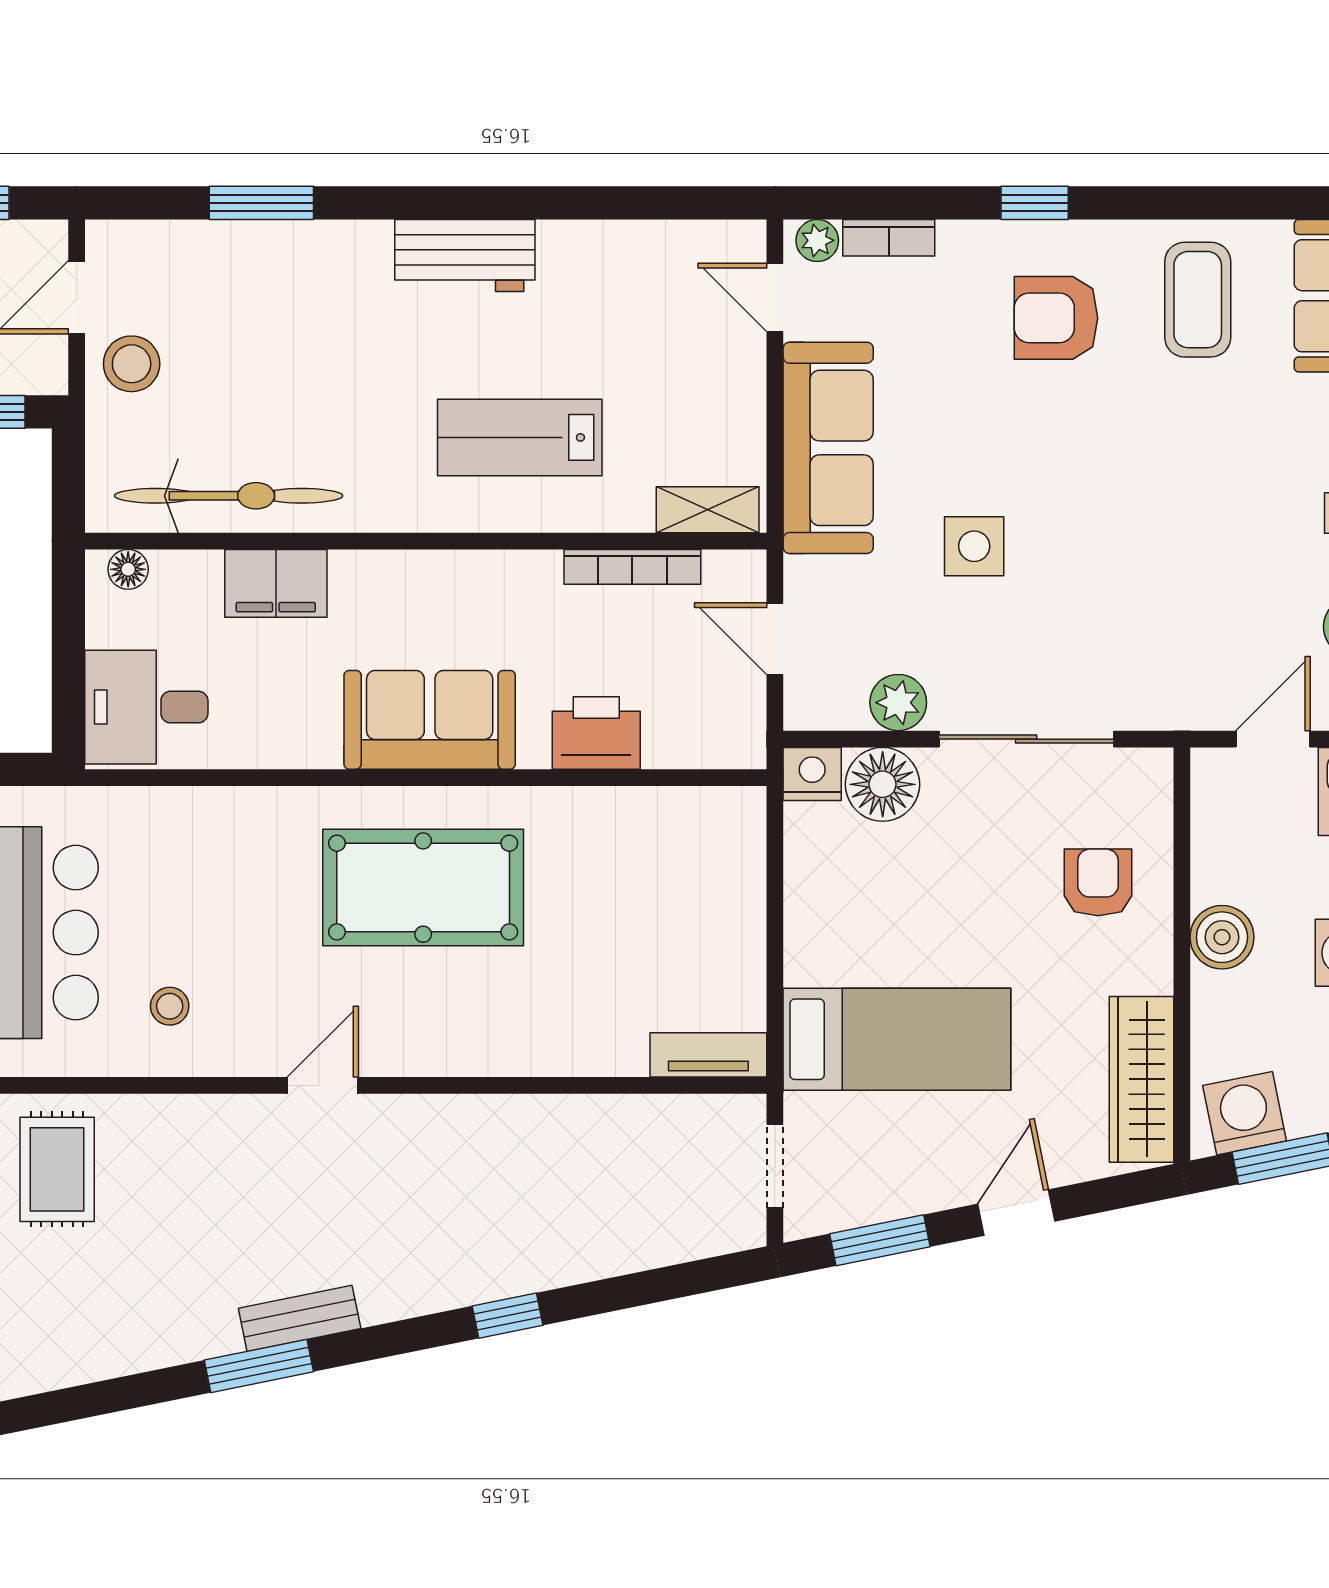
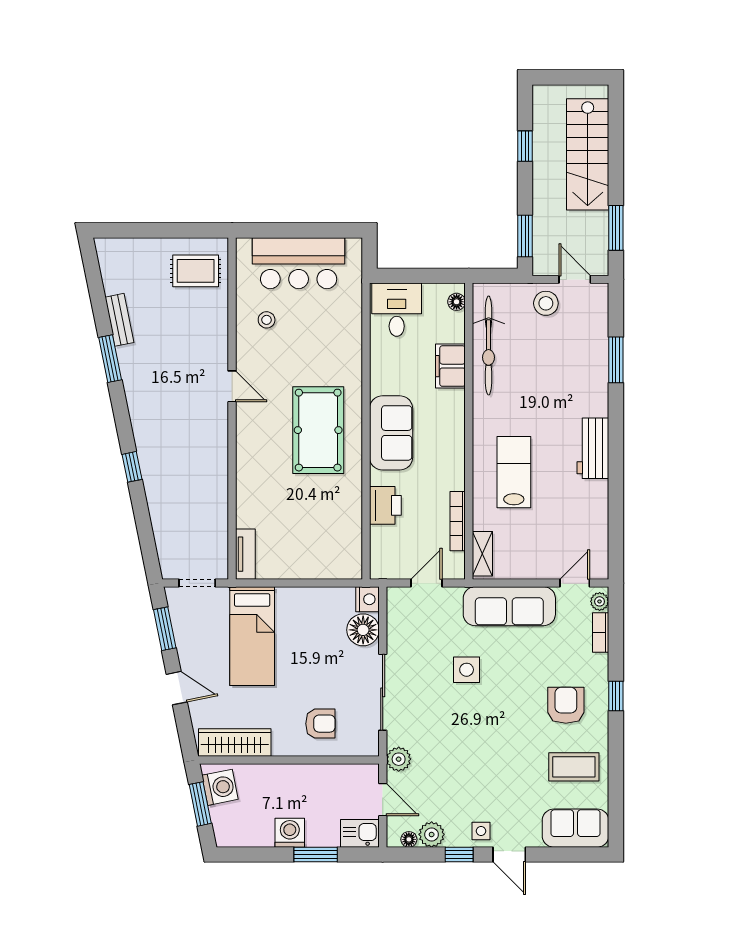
plant: (898, 703) -> (399, 759), moved
boiler: (1222, 937) -> (297, 777), removed
bench: (300, 1318) -> (119, 320), moved

